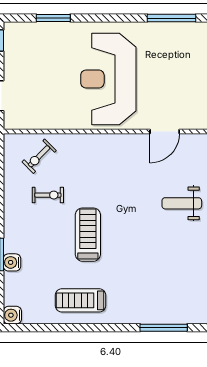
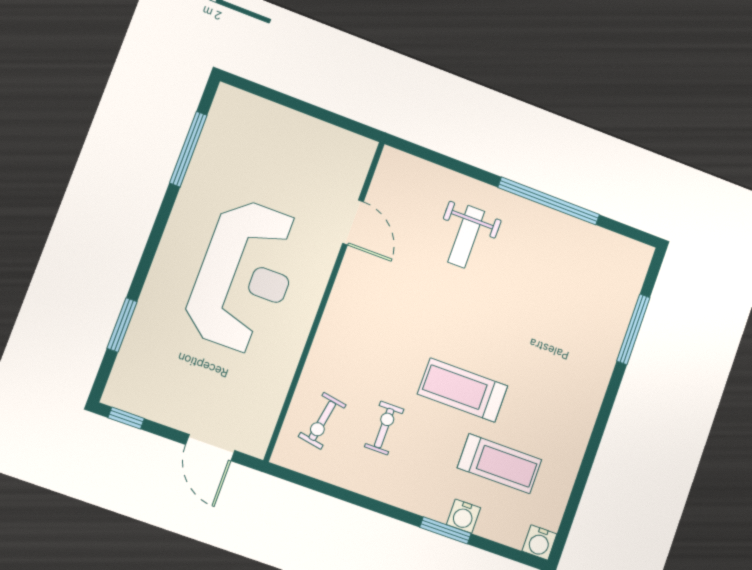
reception desk: (108, 79) -> (245, 276), turned -90
exercise bike: (39, 156) -> (322, 421), turned 55
treadmill: (80, 300) -> (499, 464), moved, turned -90

